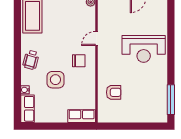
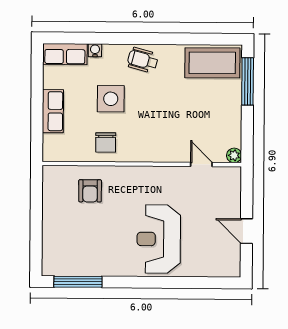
door: (96, 38) -> (201, 164), moved
chair: (79, 61) -> (106, 142), moved
row of seats: (82, 116) -> (53, 111), moved

